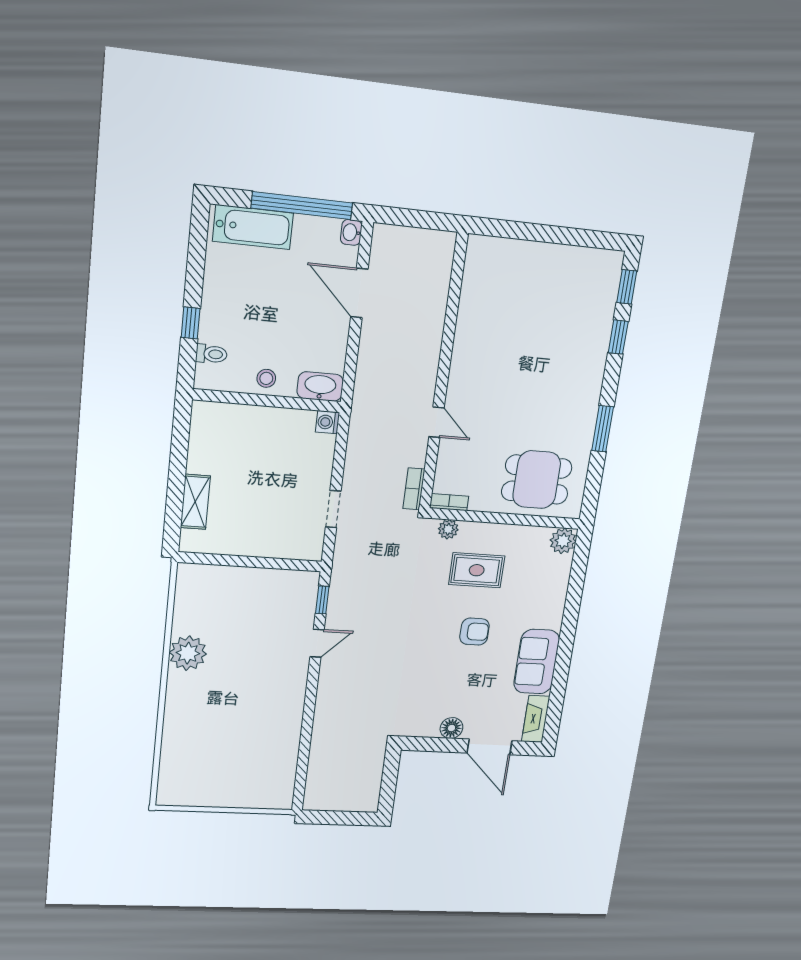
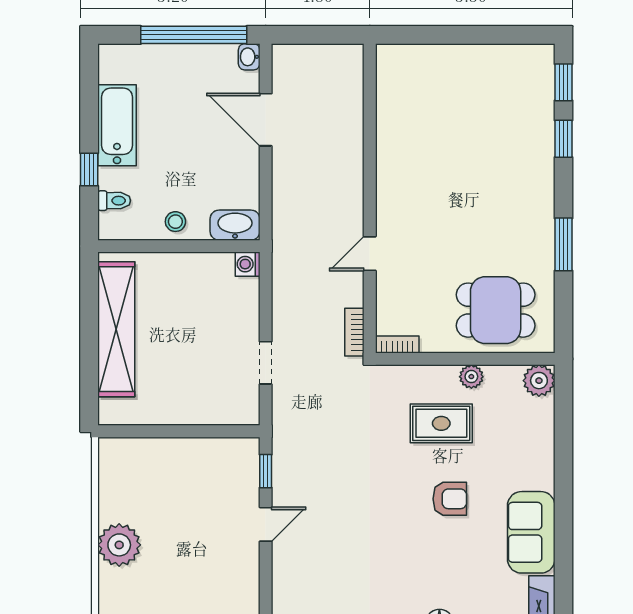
bathtub: (253, 227) -> (117, 125), moved, turned -90
door: (436, 422) -> (370, 254), swing flipped
shelving: (195, 502) -> (116, 329), width x2.20, depth x1.33
plant: (448, 529) -> (471, 377), moved

